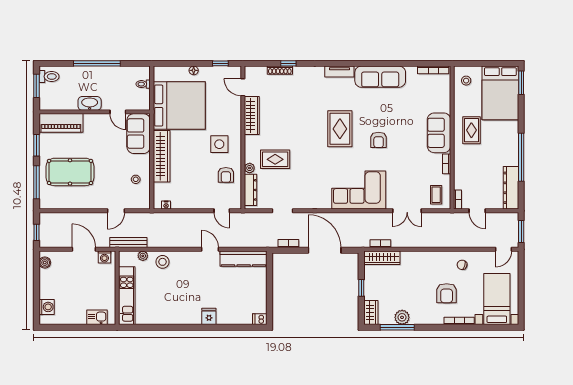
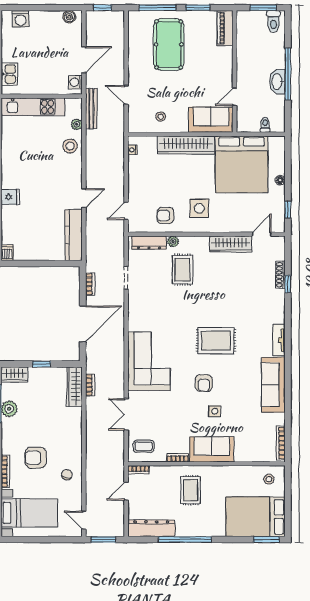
washbasin: (90, 103) -> (277, 82), moved, turned 180
piano: (61, 123) -> (225, 28), width x0.73, depth x0.75
side table: (404, 130) -> (215, 411), added
rug: (471, 130) -> (191, 490), moved, turned 90
armchair: (379, 140) -> (204, 383), turned -90

